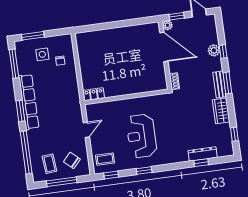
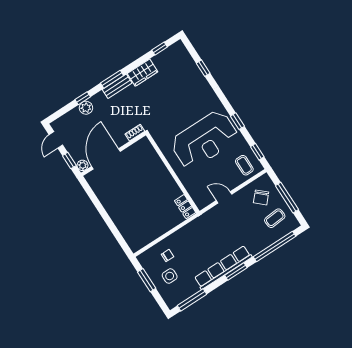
window: (33, 36) -> (147, 280), moved
reception desk: (141, 136) -> (204, 140), width x1.36, depth x1.30
dresser: (203, 154) -> (194, 71), removed

